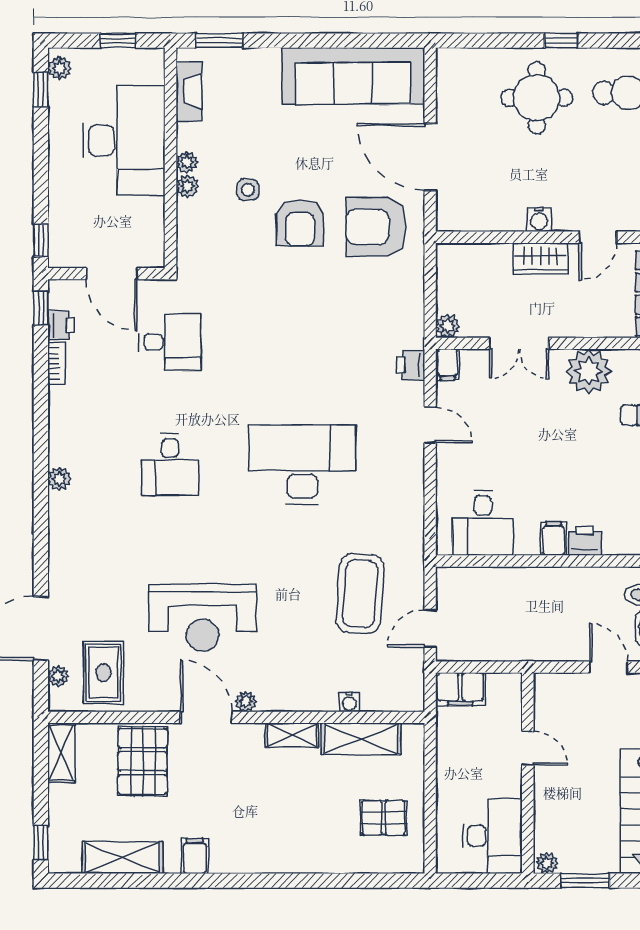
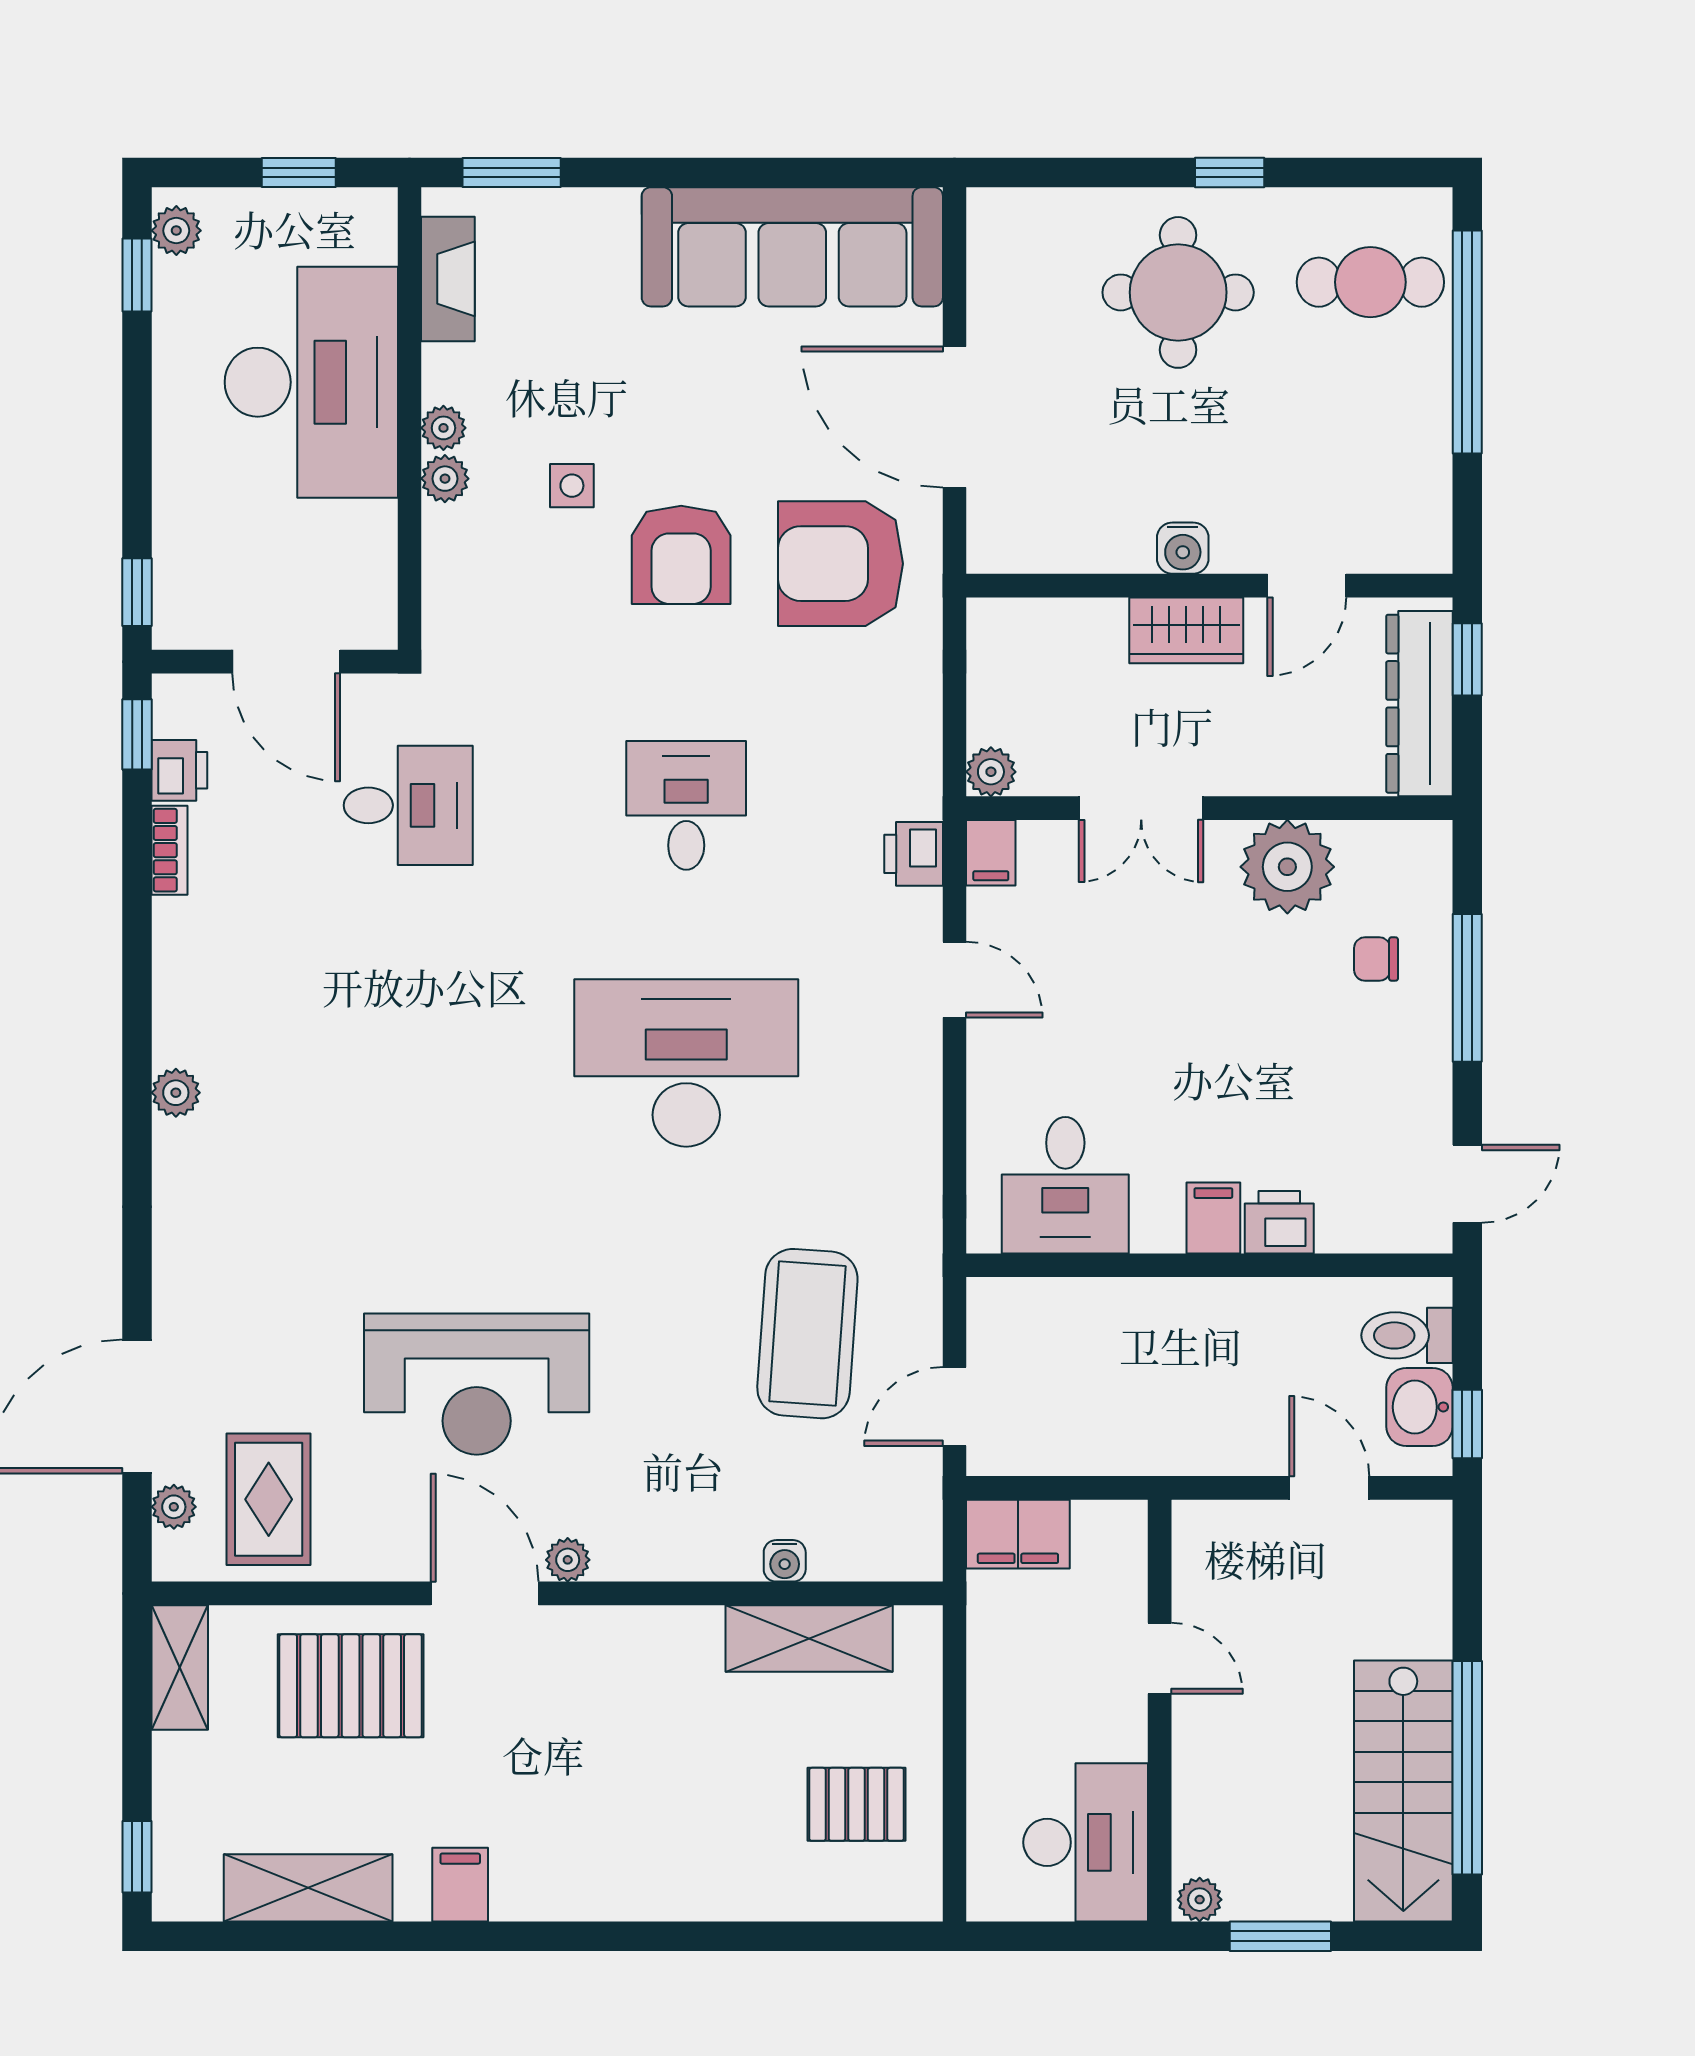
desk: (170, 465) -> (686, 805), moved, turned 180
shelving: (292, 735) -> (665, 1630), removed
pallet: (143, 761) -> (351, 1686), turned 90

